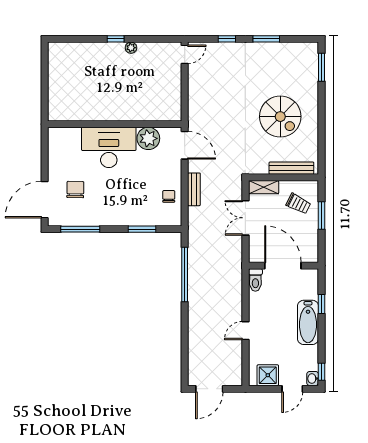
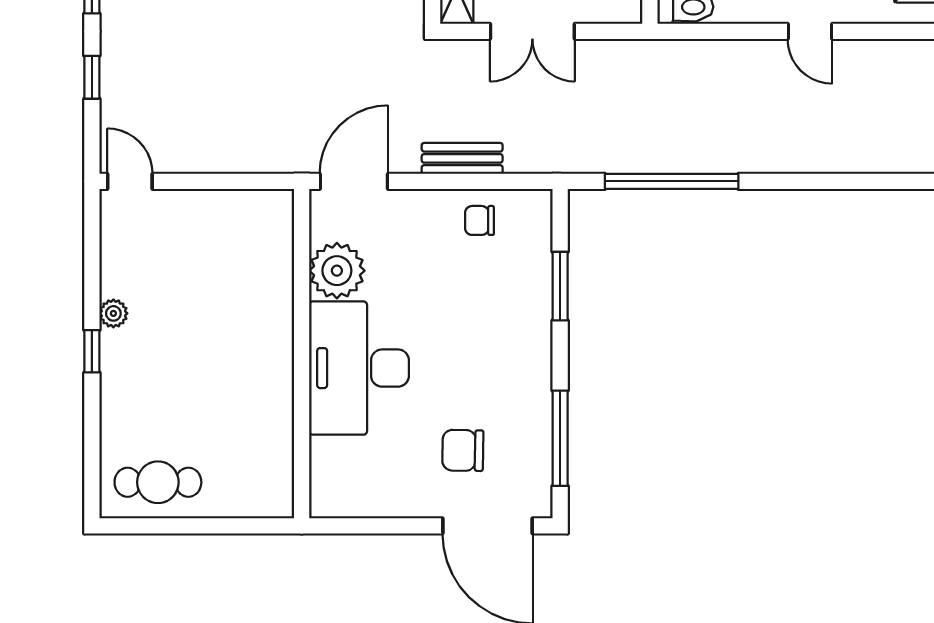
cafe table: (62, 66) -> (158, 482), added

